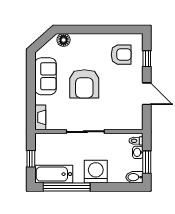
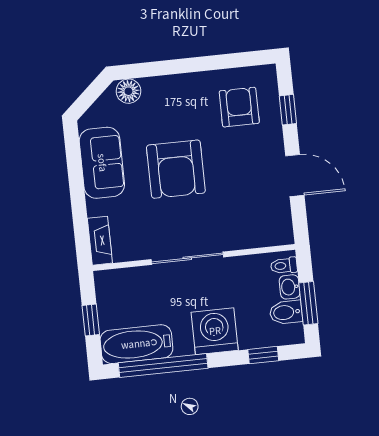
armchair: (121, 55) -> (239, 107), turned -90
bidet: (134, 177) -> (286, 312), moved
window: (120, 187) -> (263, 355), added

